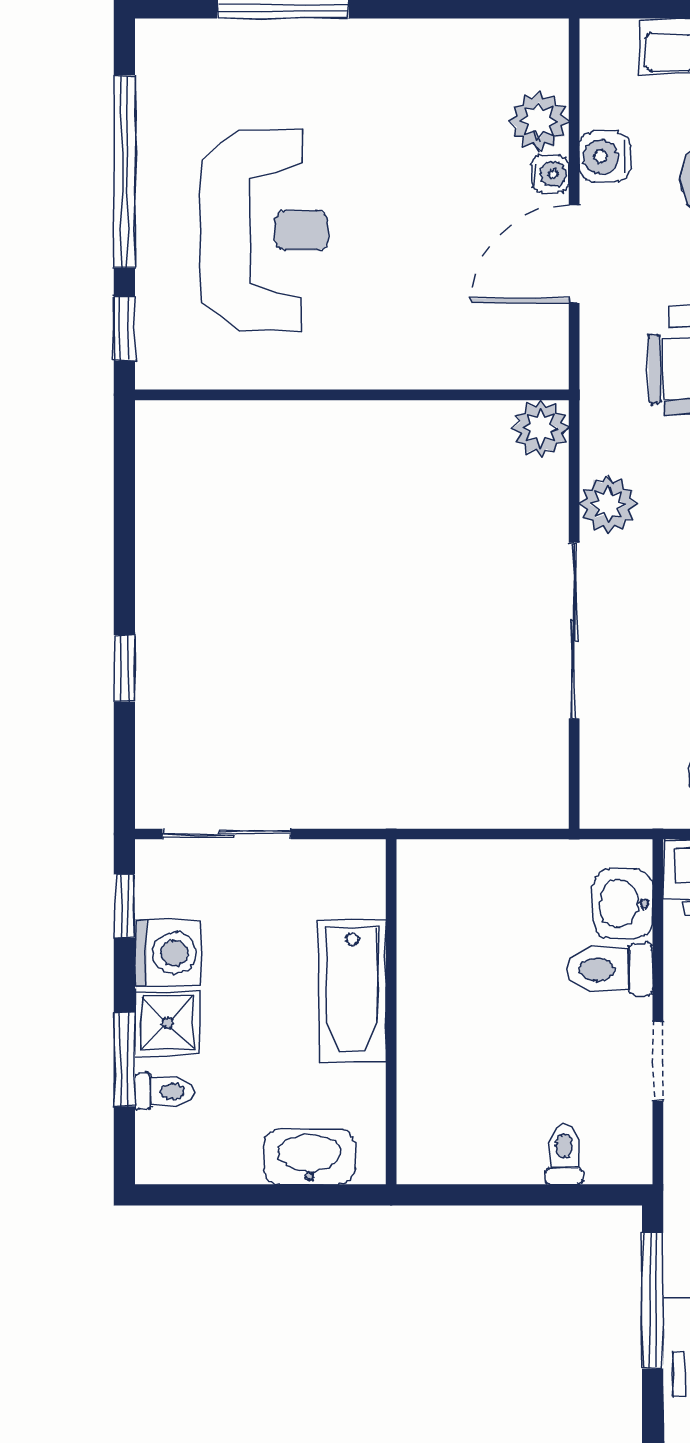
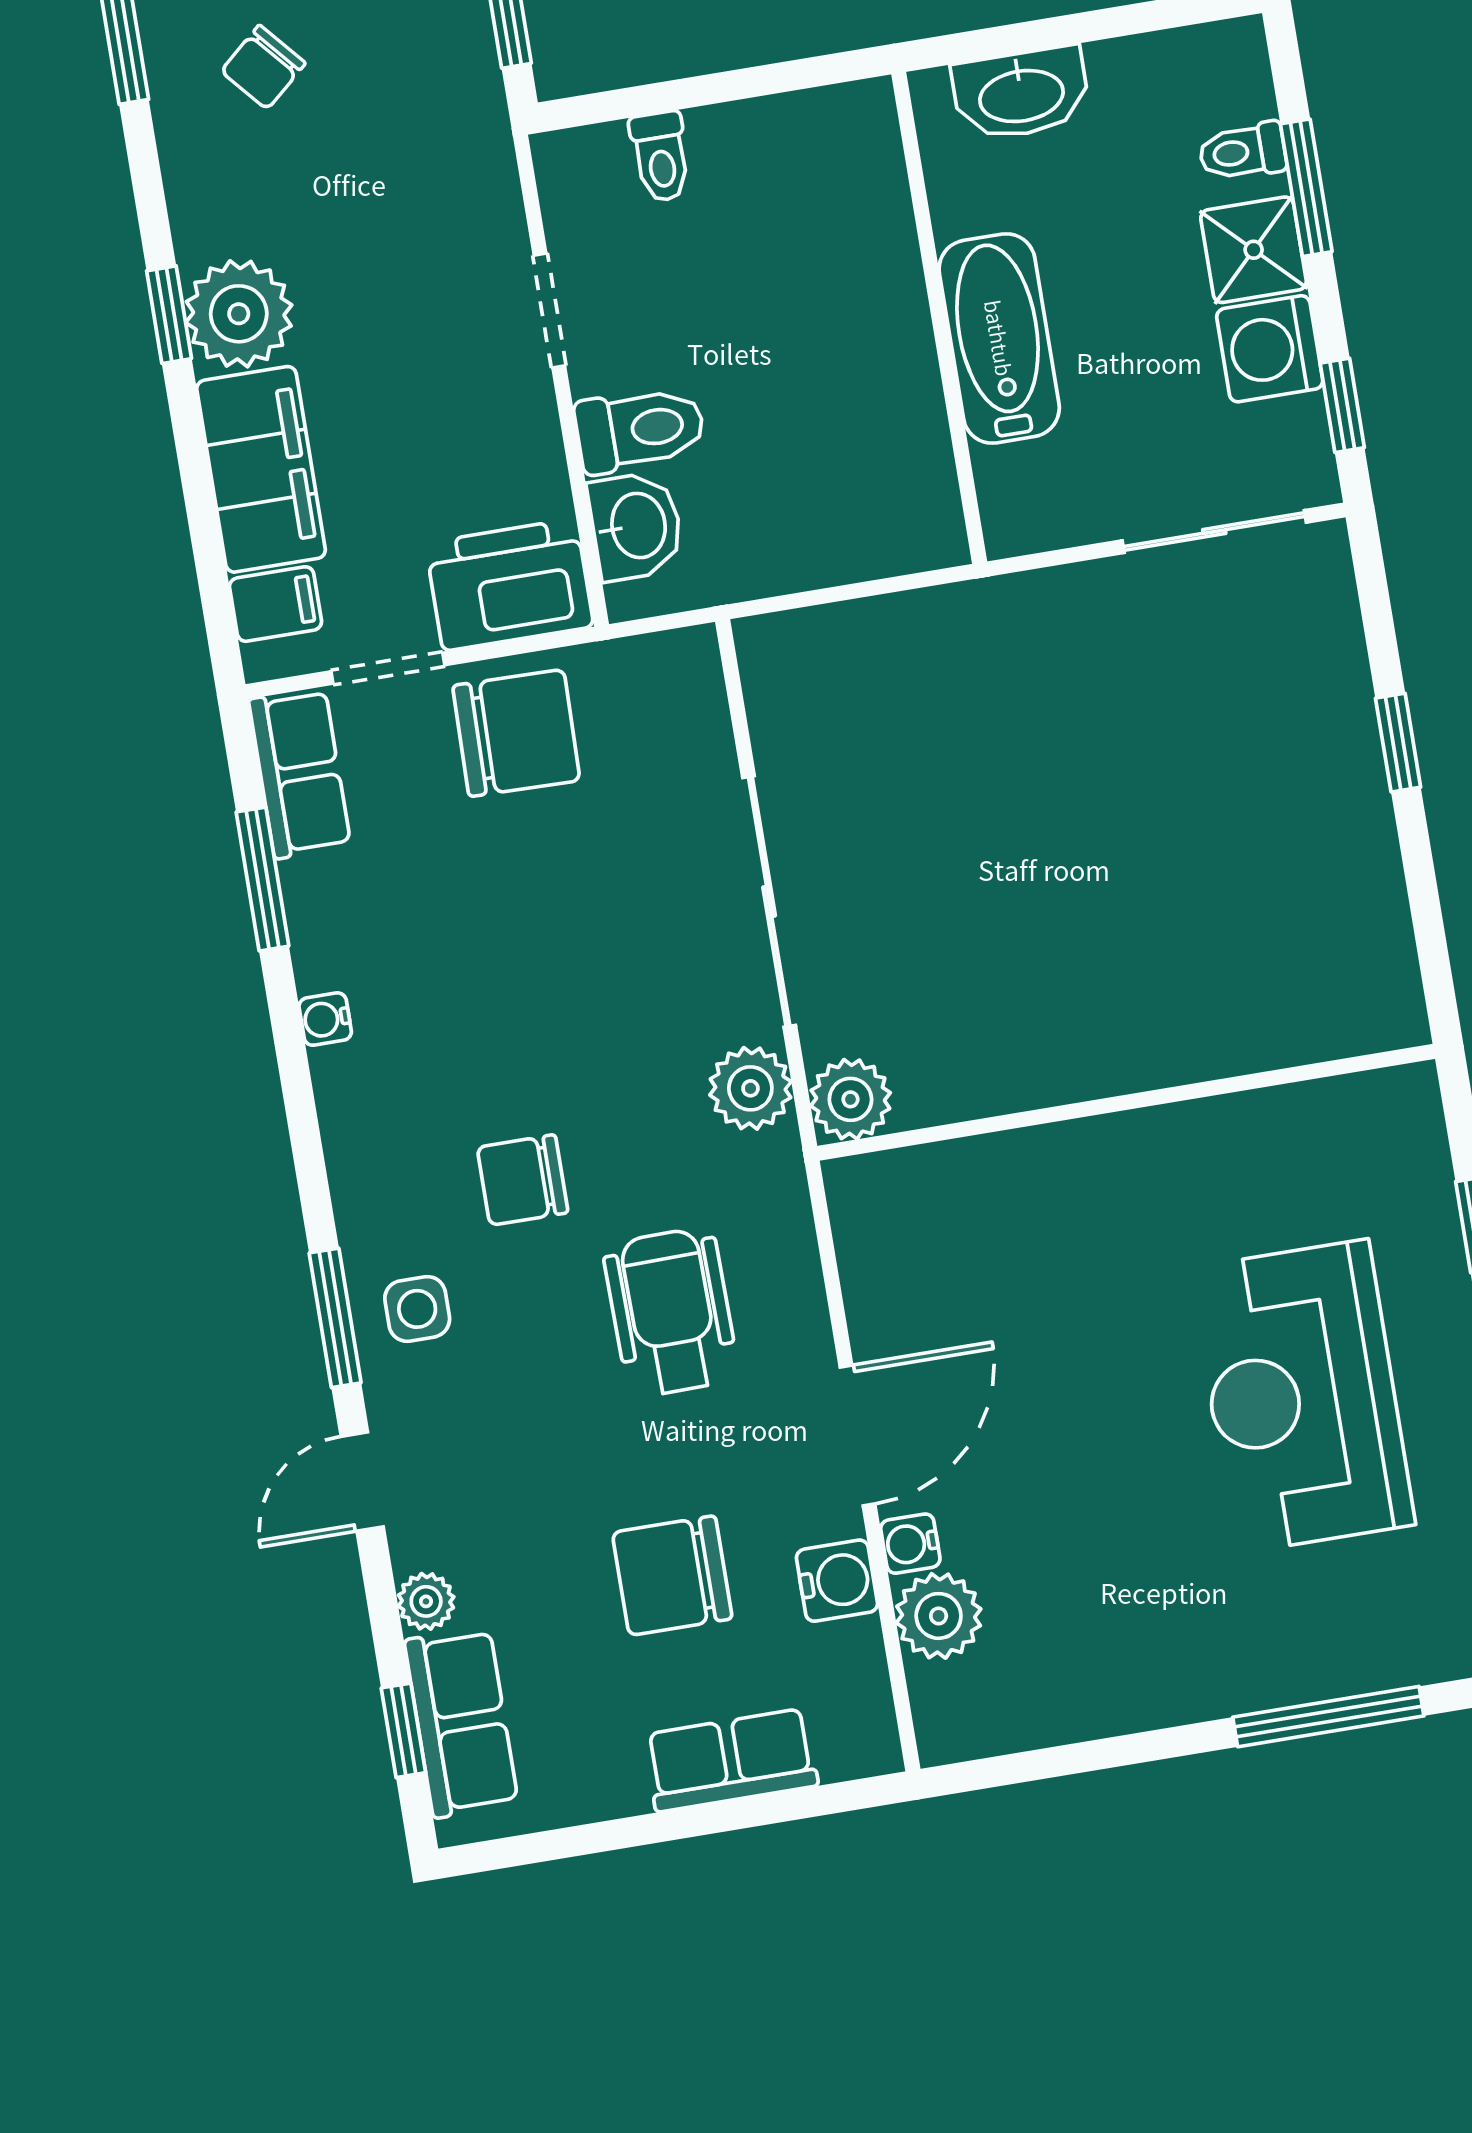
wall: (352, 395) -> (1126, 1102), moved
plant: (541, 428) -> (850, 1099), moved

